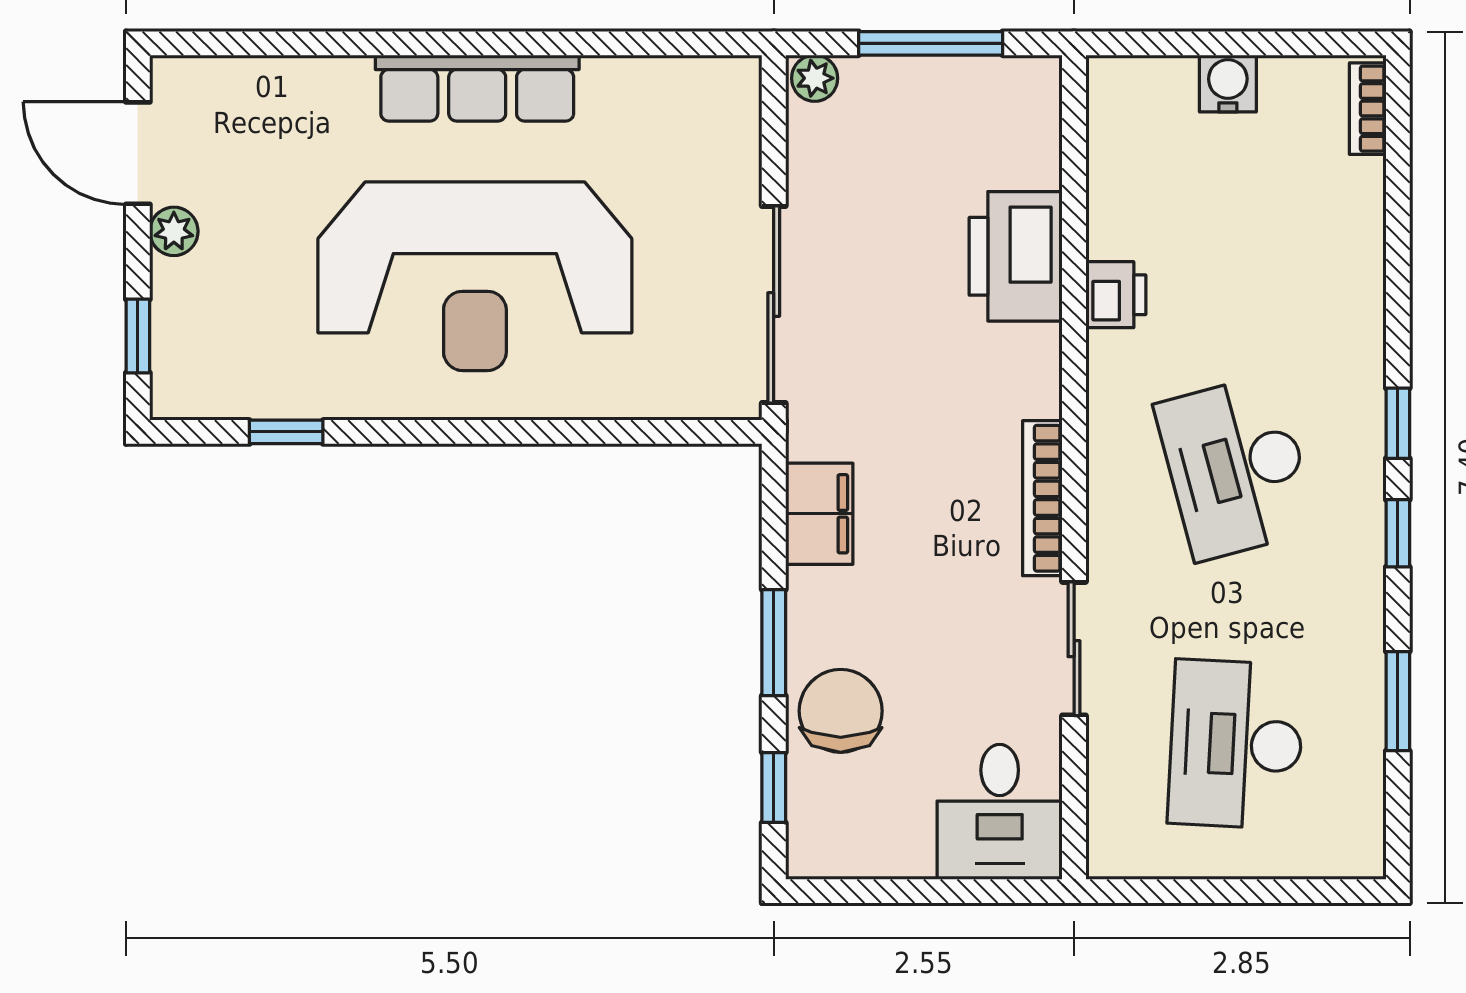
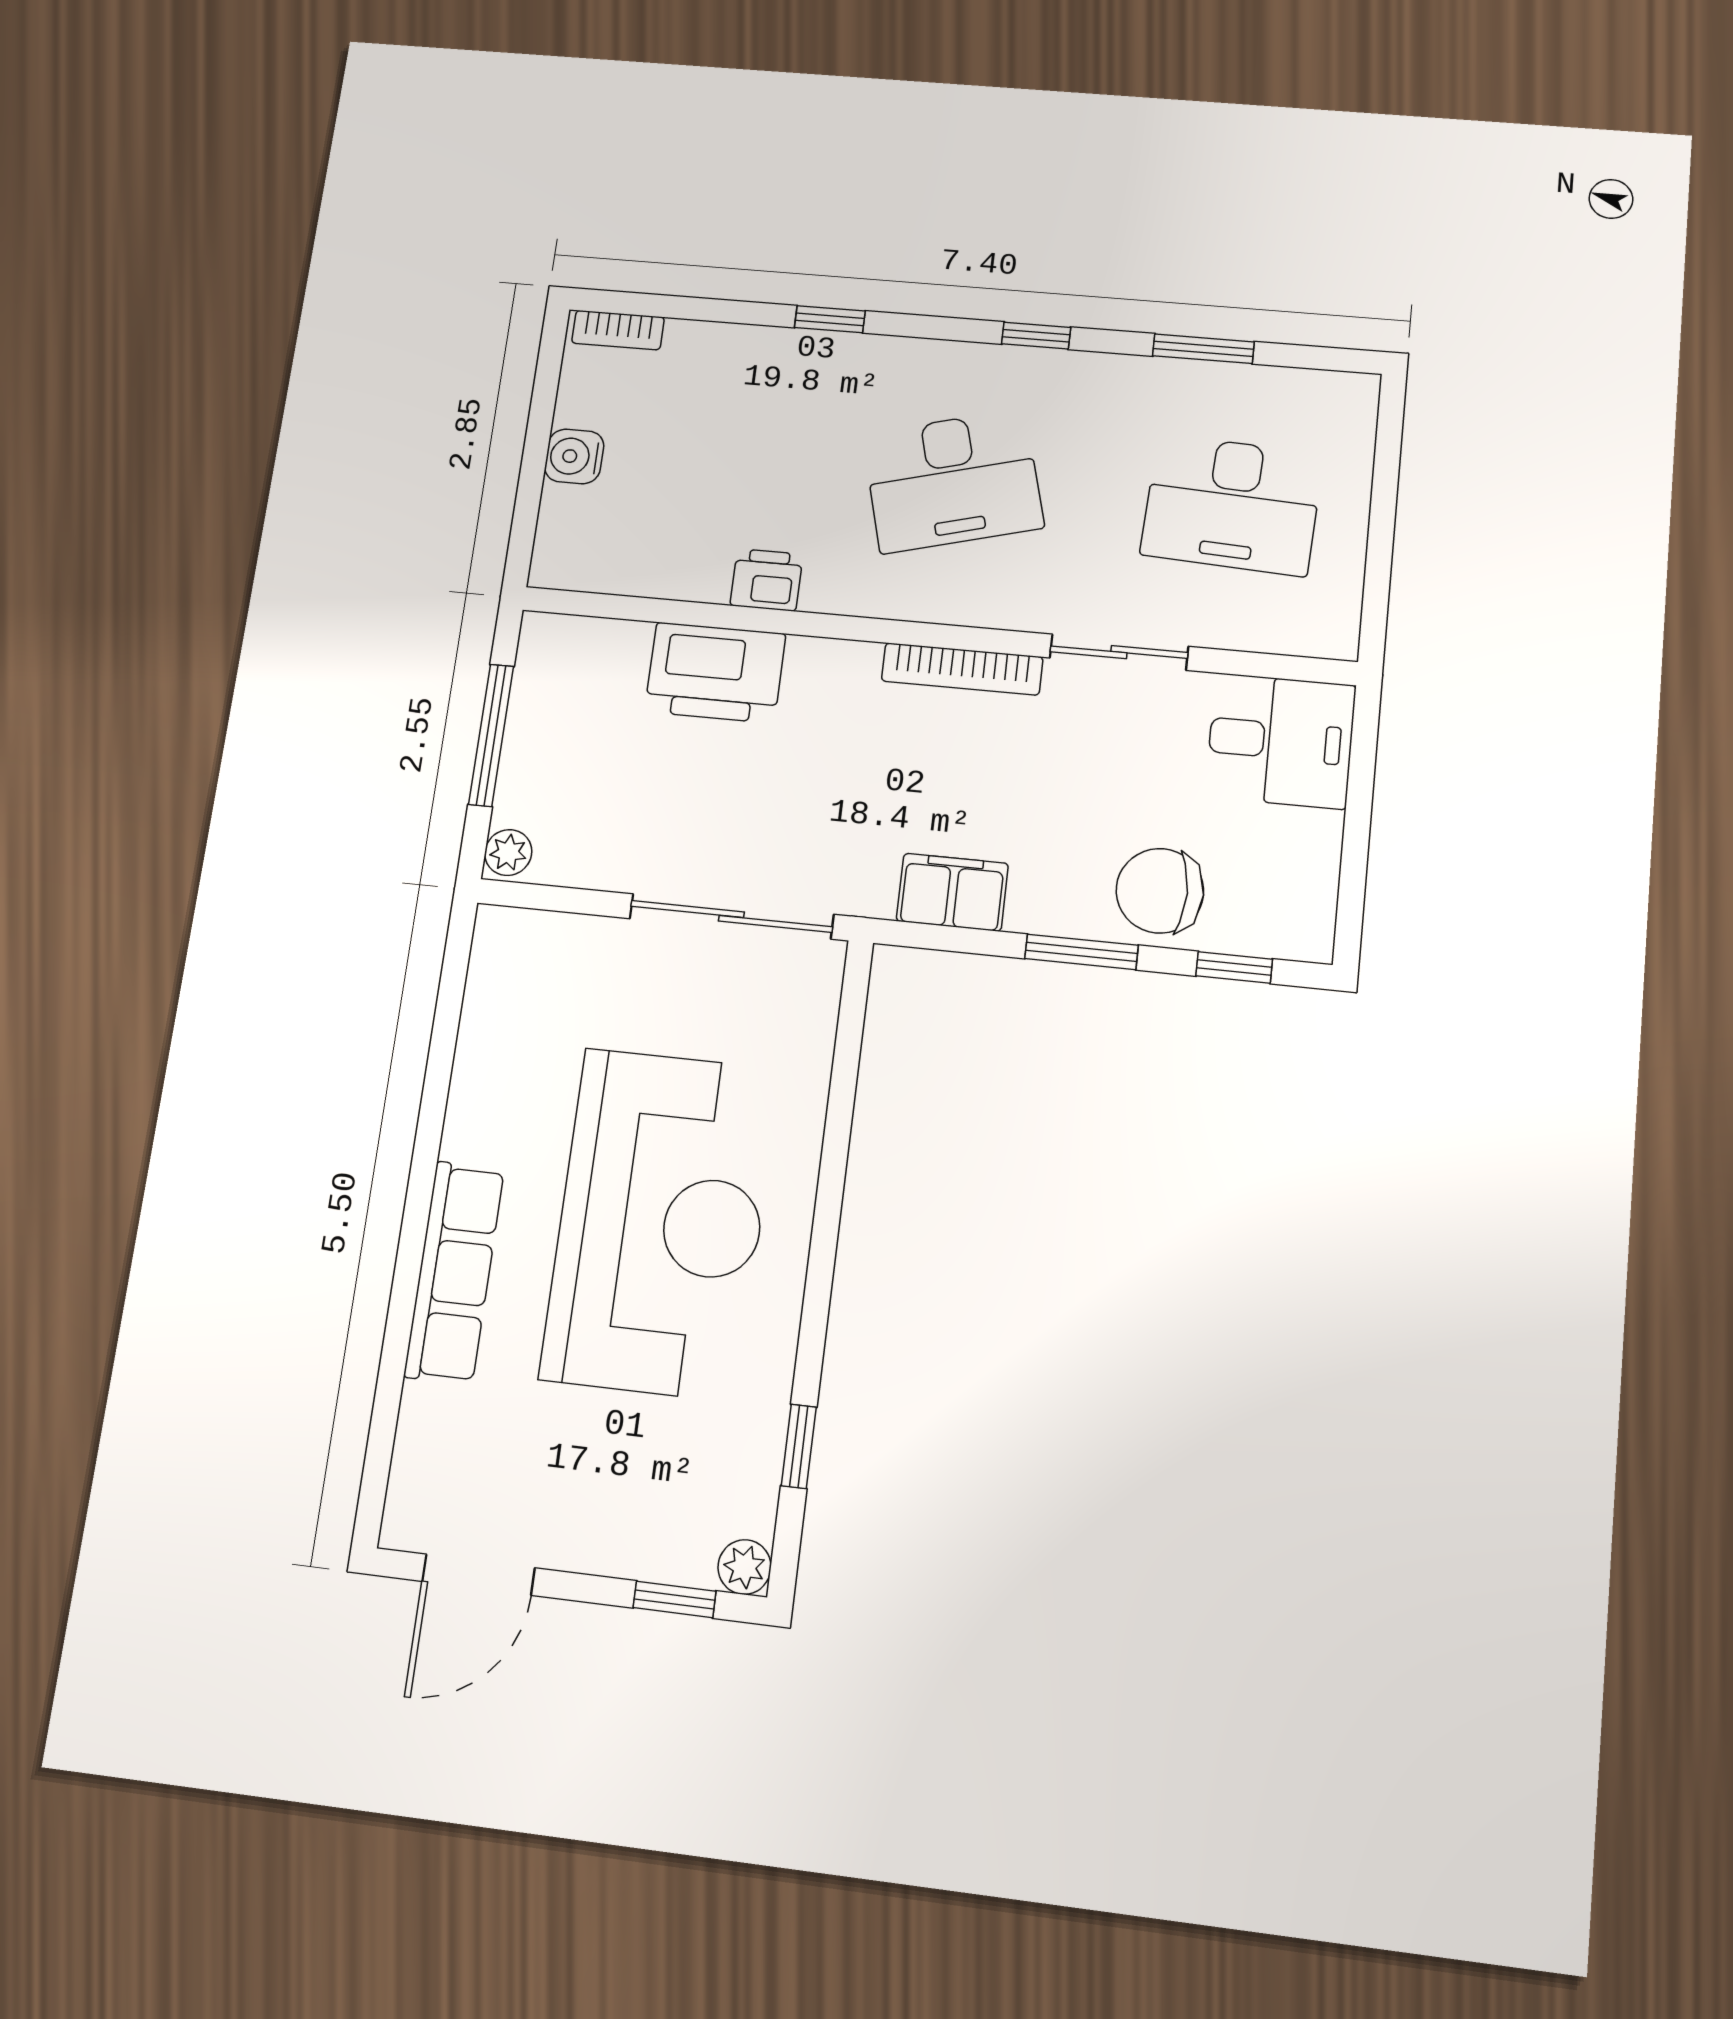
row of seats: (477, 88) -> (454, 1272), moved
plant: (174, 231) -> (744, 1567), moved
window: (1398, 423) -> (830, 319), moved

